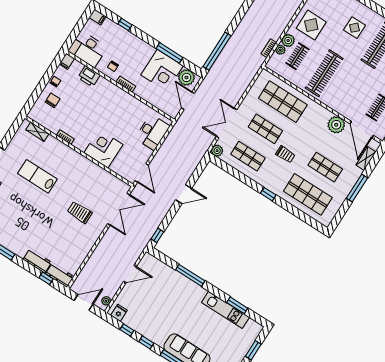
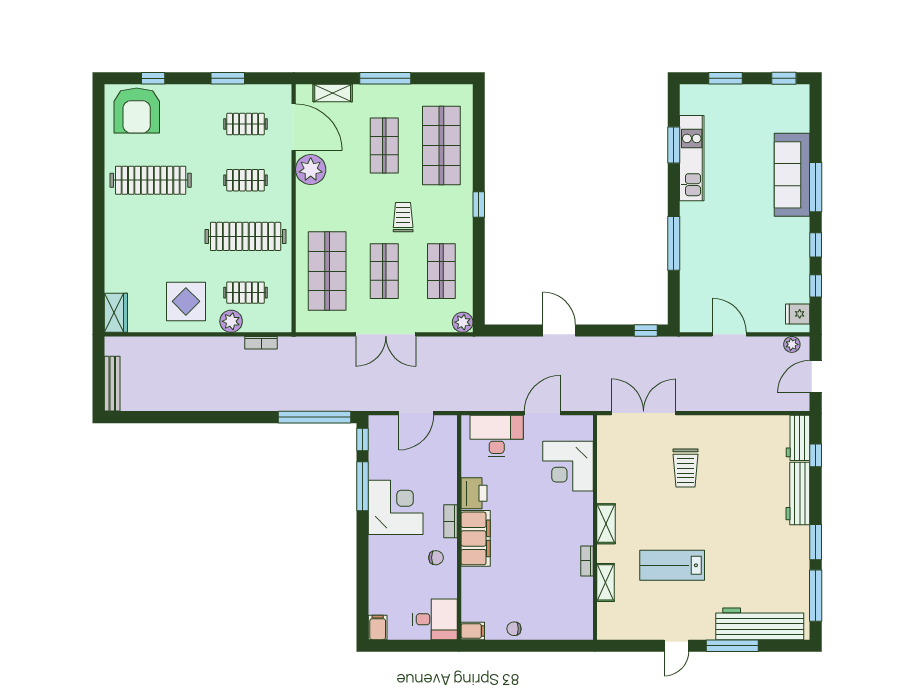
window: (125, 25) -> (363, 440), moved
display table: (355, 28) -> (149, 235), removed
desk: (88, 49) -> (435, 619), width x0.73
plant: (280, 50) -> (252, 324), removed
corner desk: (162, 70) -> (396, 507), moved
printer: (89, 76) -> (474, 493), moved
plant: (186, 77) -> (383, 437), removed
clothes rail: (351, 90) -> (246, 180), added
filing cabinet: (110, 91) -> (476, 538), added
chair: (53, 100) -> (545, 615), removed
double door: (227, 123) -> (386, 334), moved
door: (362, 130) -> (294, 127), hinge flipped
shelving: (37, 132) -> (606, 582), moved
corner desk: (103, 149) -> (568, 466), moved
shelving: (77, 158) -> (606, 524), added
door: (142, 173) -> (542, 413), moved
lab bench: (37, 176) -> (672, 565), turned 90
workbench: (37, 261) -> (798, 494), width x1.38
door: (84, 302) -> (816, 377), hinge flipped

